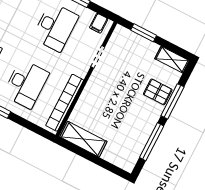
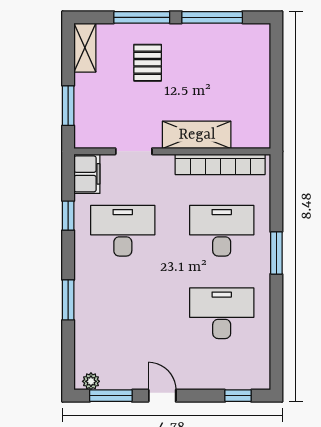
filing cabinet: (99, 23) -> (87, 174), width x2.00
pallet: (158, 92) -> (148, 63), moved
shelving: (83, 139) -> (197, 135), moved, turned 90

